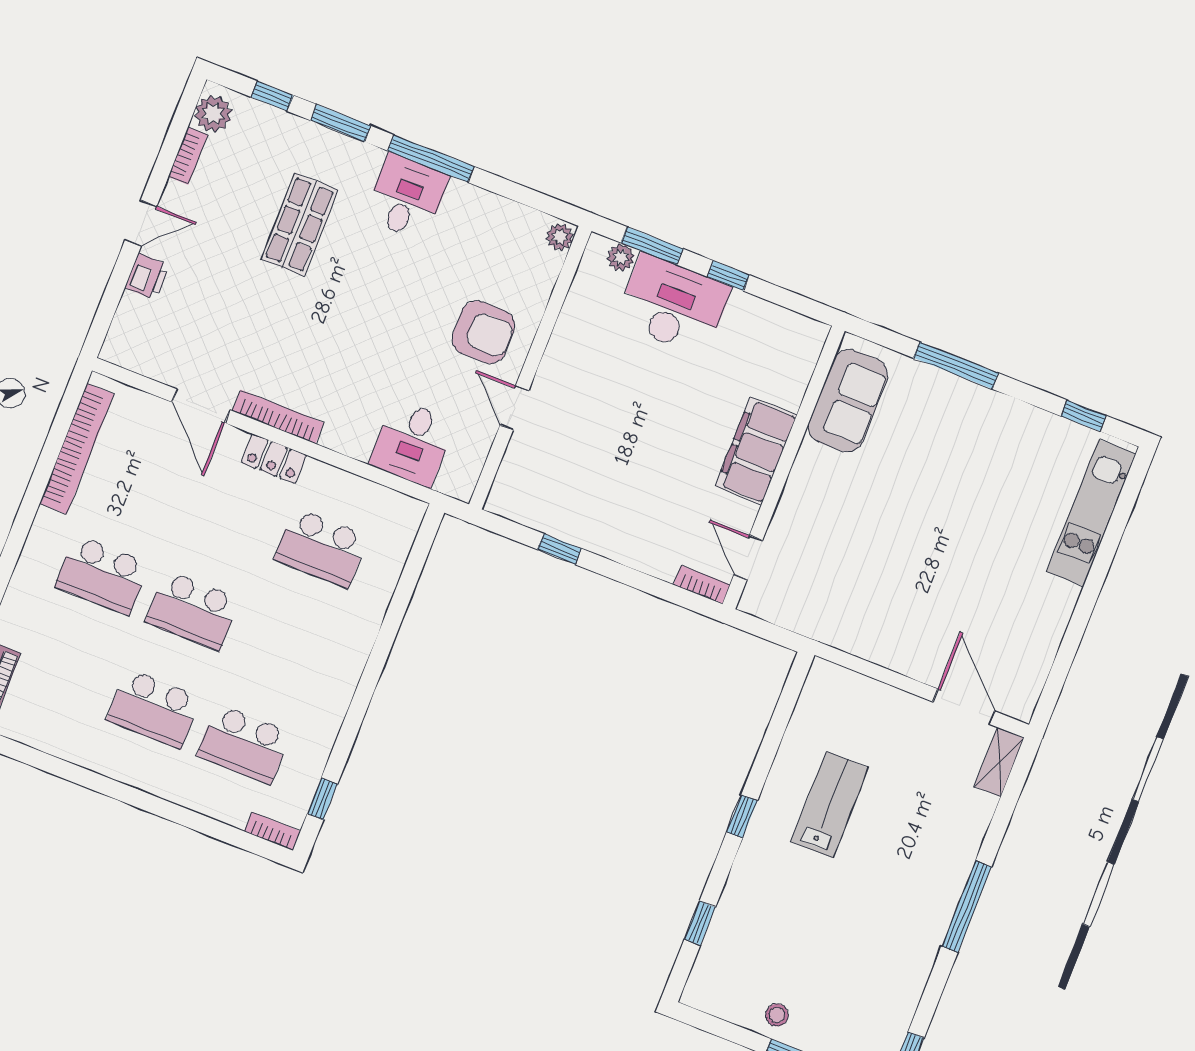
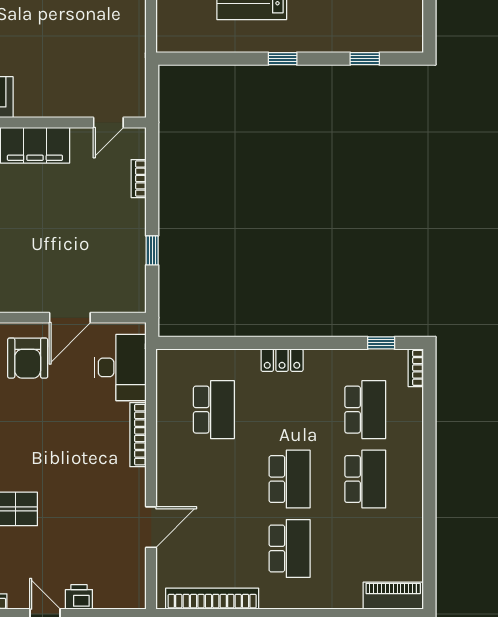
armchair: (483, 332) -> (28, 358), turned 180
door: (514, 408) -> (70, 318), width x1.38
bookcase: (278, 417) -> (138, 435), moved
desk: (412, 443) -> (120, 367), width x1.37
locker: (274, 459) -> (282, 360), moved, turned 90
bookcase: (702, 585) -> (139, 179), moved

